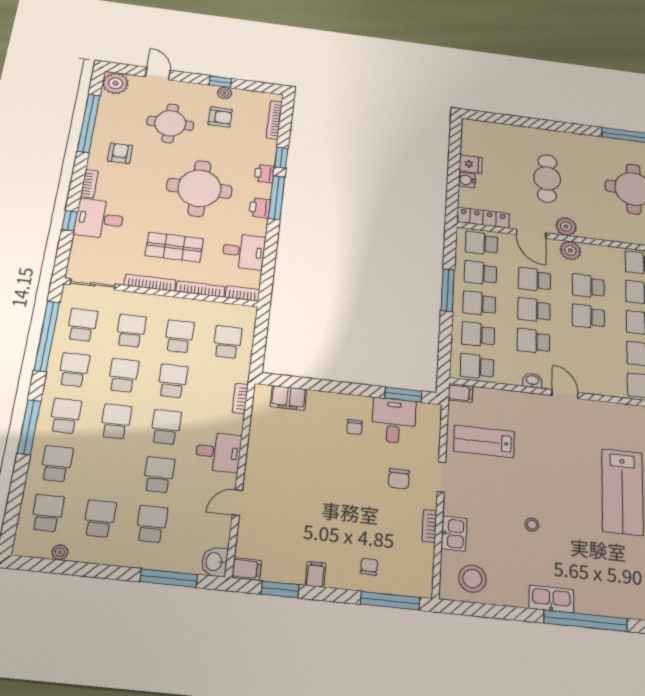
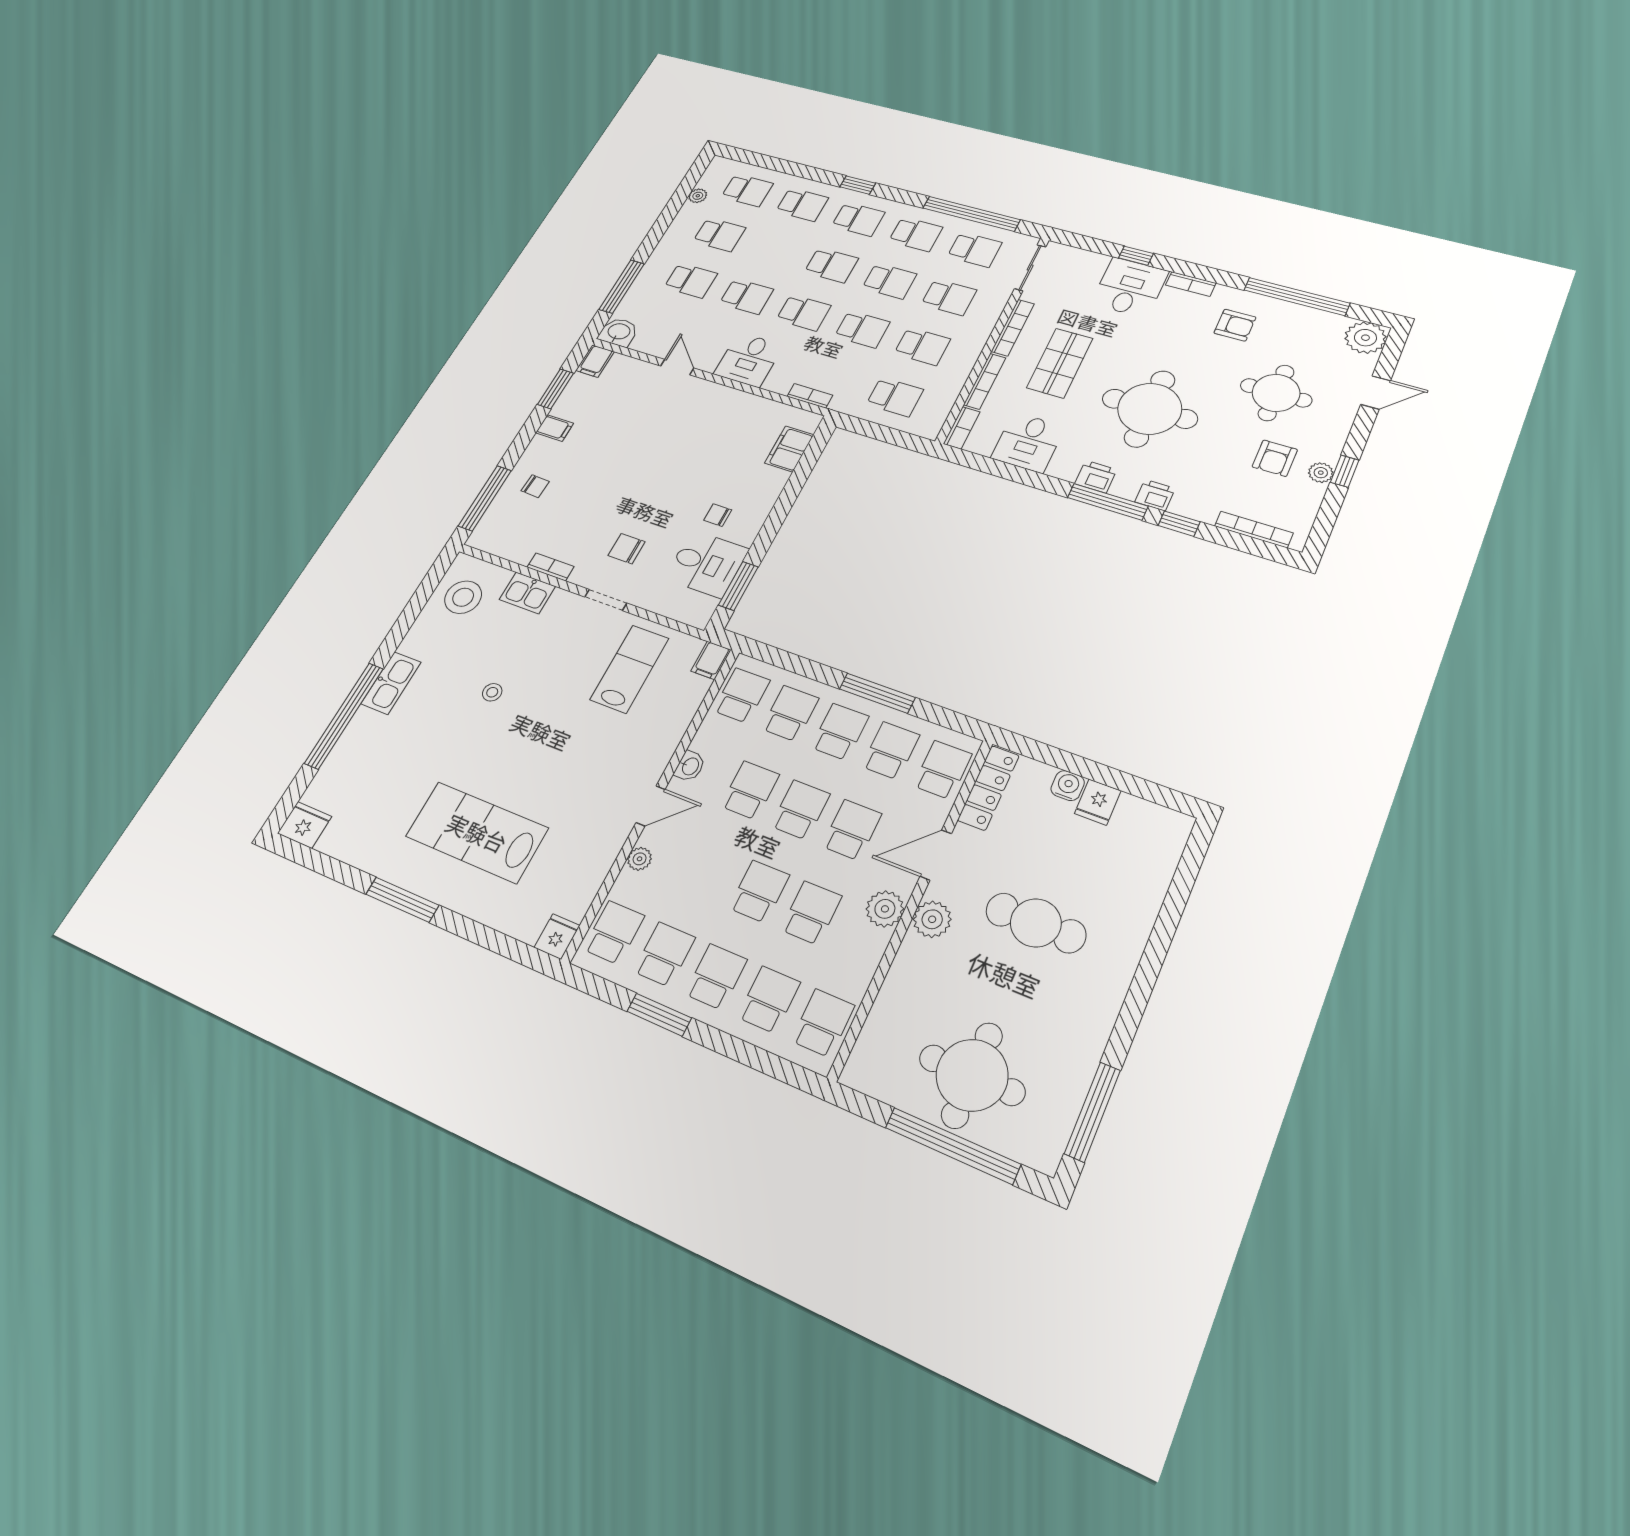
plant: (598, 388) -> (640, 859), added
window: (29, 427) -> (858, 185), width x0.46

